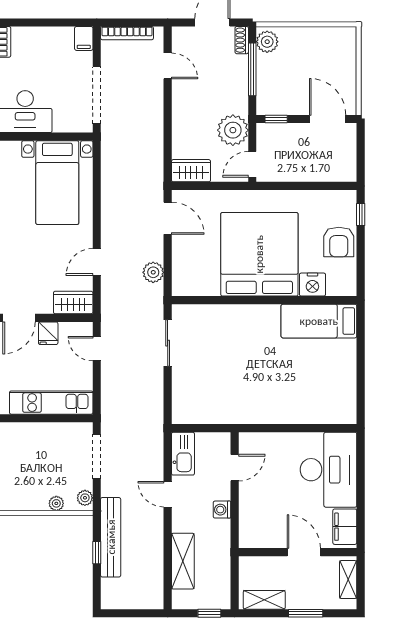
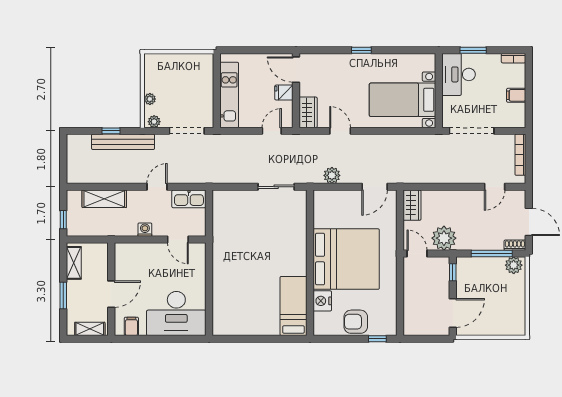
filing cabinet: (84, 38) -> (516, 95), moved
filing cabinet: (345, 527) -> (131, 326), width x0.50

